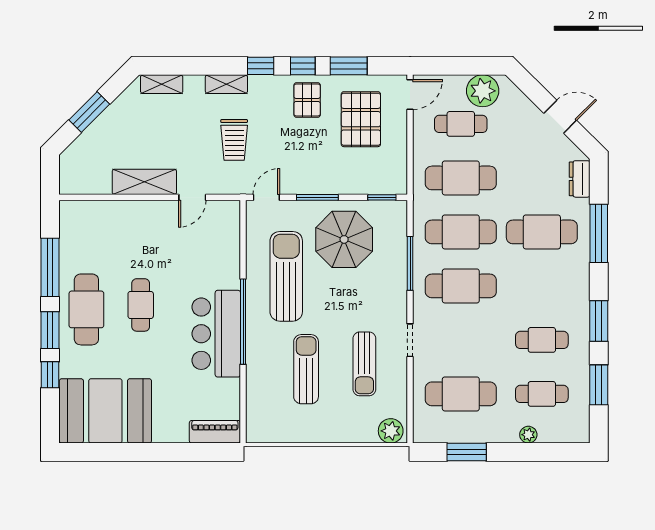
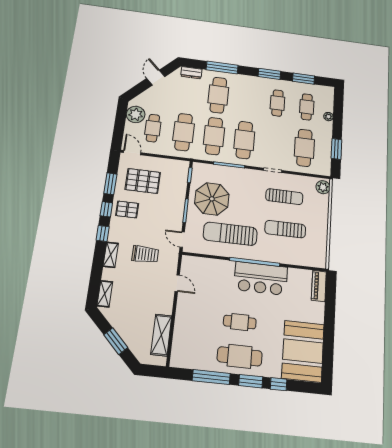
shelving: (144, 182) -> (161, 335), moved

